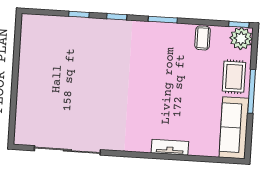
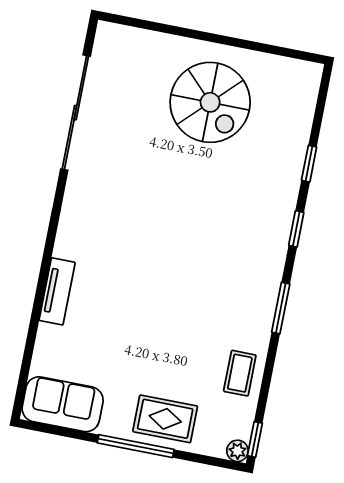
coffee table: (203, 38) -> (240, 373), turned 90
plant: (241, 38) -> (237, 451), width x0.53, depth x0.53
spiral stairs: (52, 75) -> (210, 102), added
sofa: (234, 128) -> (63, 404), width x0.73

